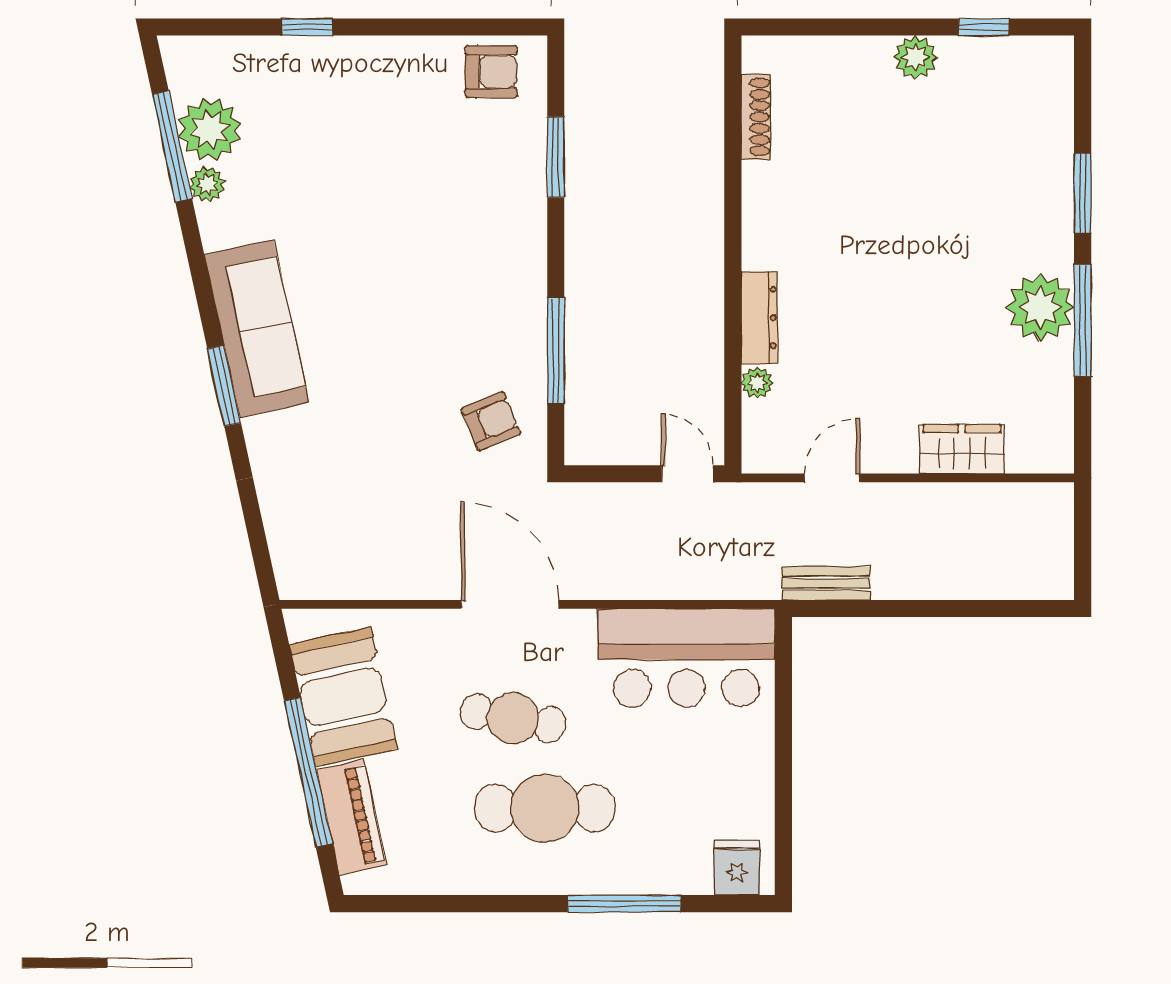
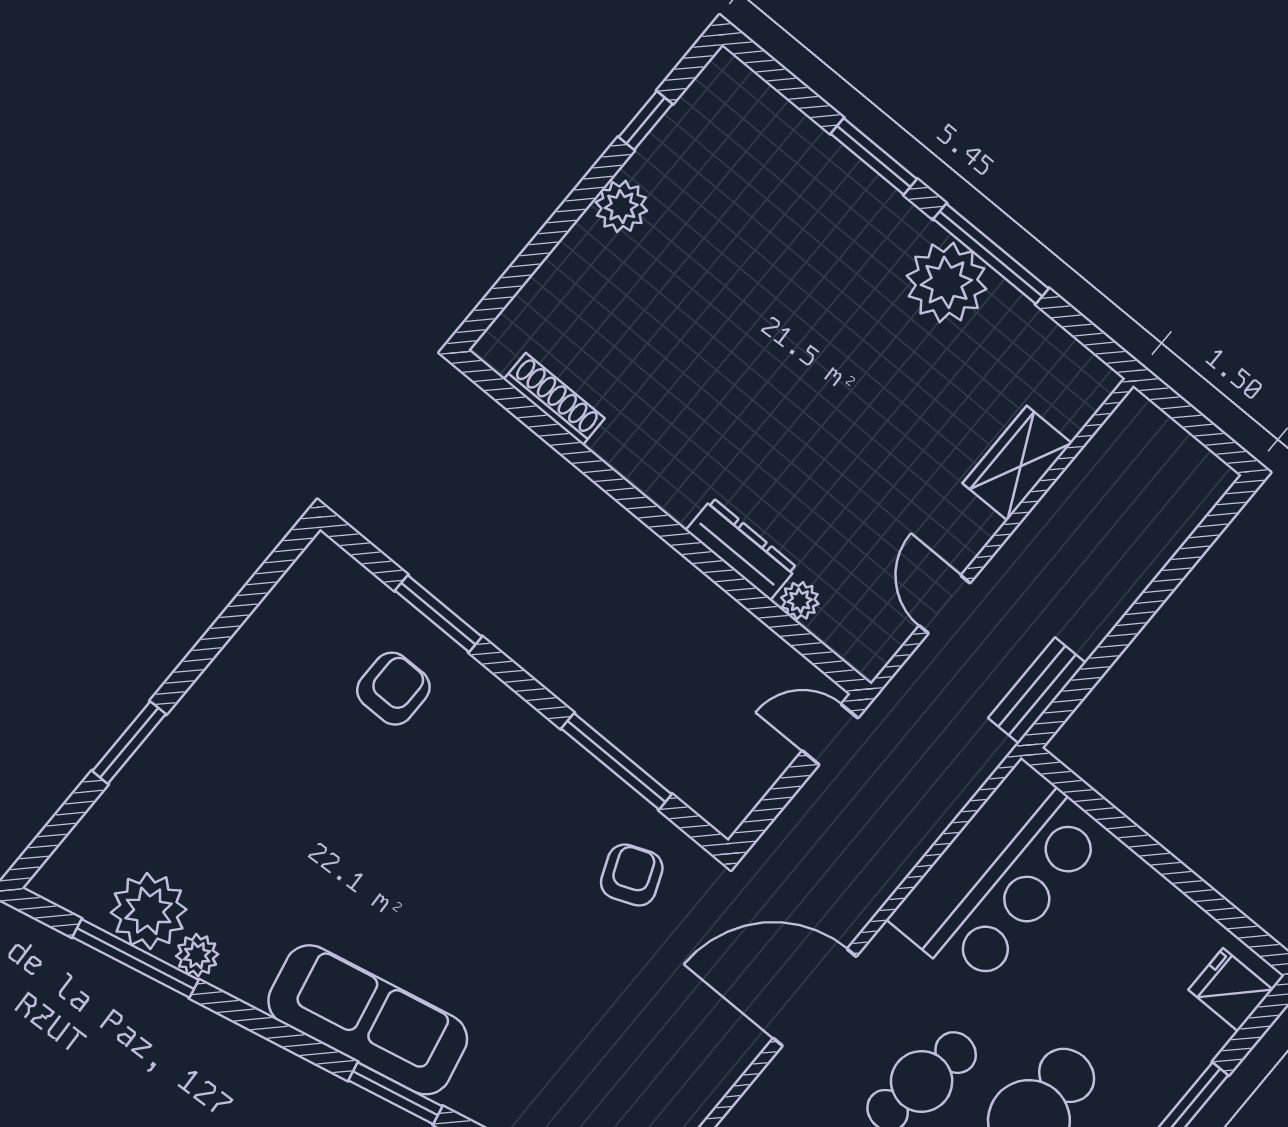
window: (308, 27) -> (129, 743), width x1.50
armchair: (491, 72) -> (393, 689), moved

